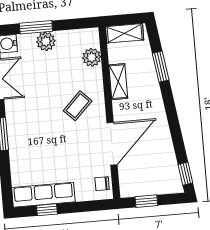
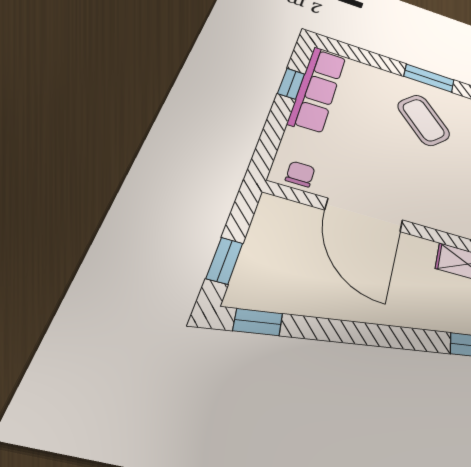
coffee table: (78, 106) -> (424, 120), moved, width x1.36, depth x1.30
window: (146, 201) -> (225, 261), moved

